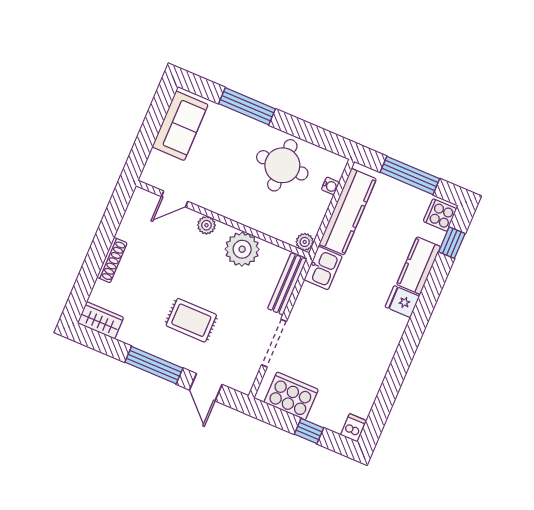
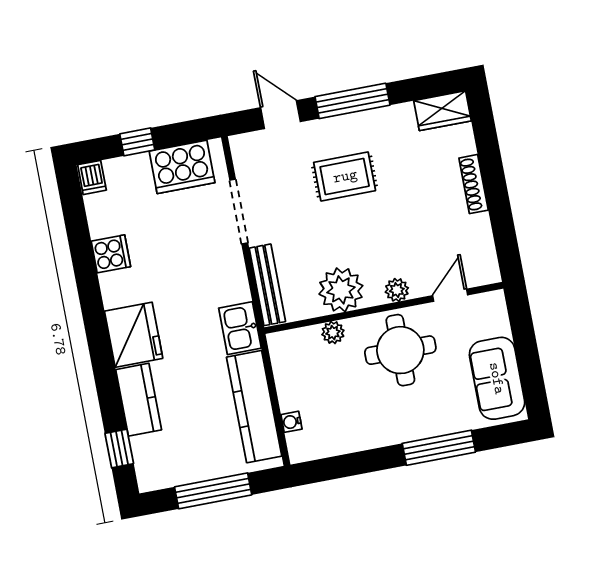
round table: (282, 165) -> (400, 350), moved
cooker: (440, 215) -> (111, 254), moved
plant: (305, 242) -> (333, 333), moved
fridge: (402, 302) -> (134, 335), width x1.88, depth x1.34

